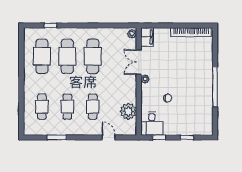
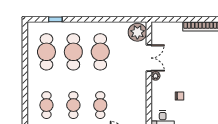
plant: (132, 34) -> (137, 32), width x1.87, depth x1.87
filing cabinet: (147, 37) -> (158, 31), removed
double door: (139, 62) -> (149, 58), swing flipped
plant: (128, 111) -> (138, 110), removed

